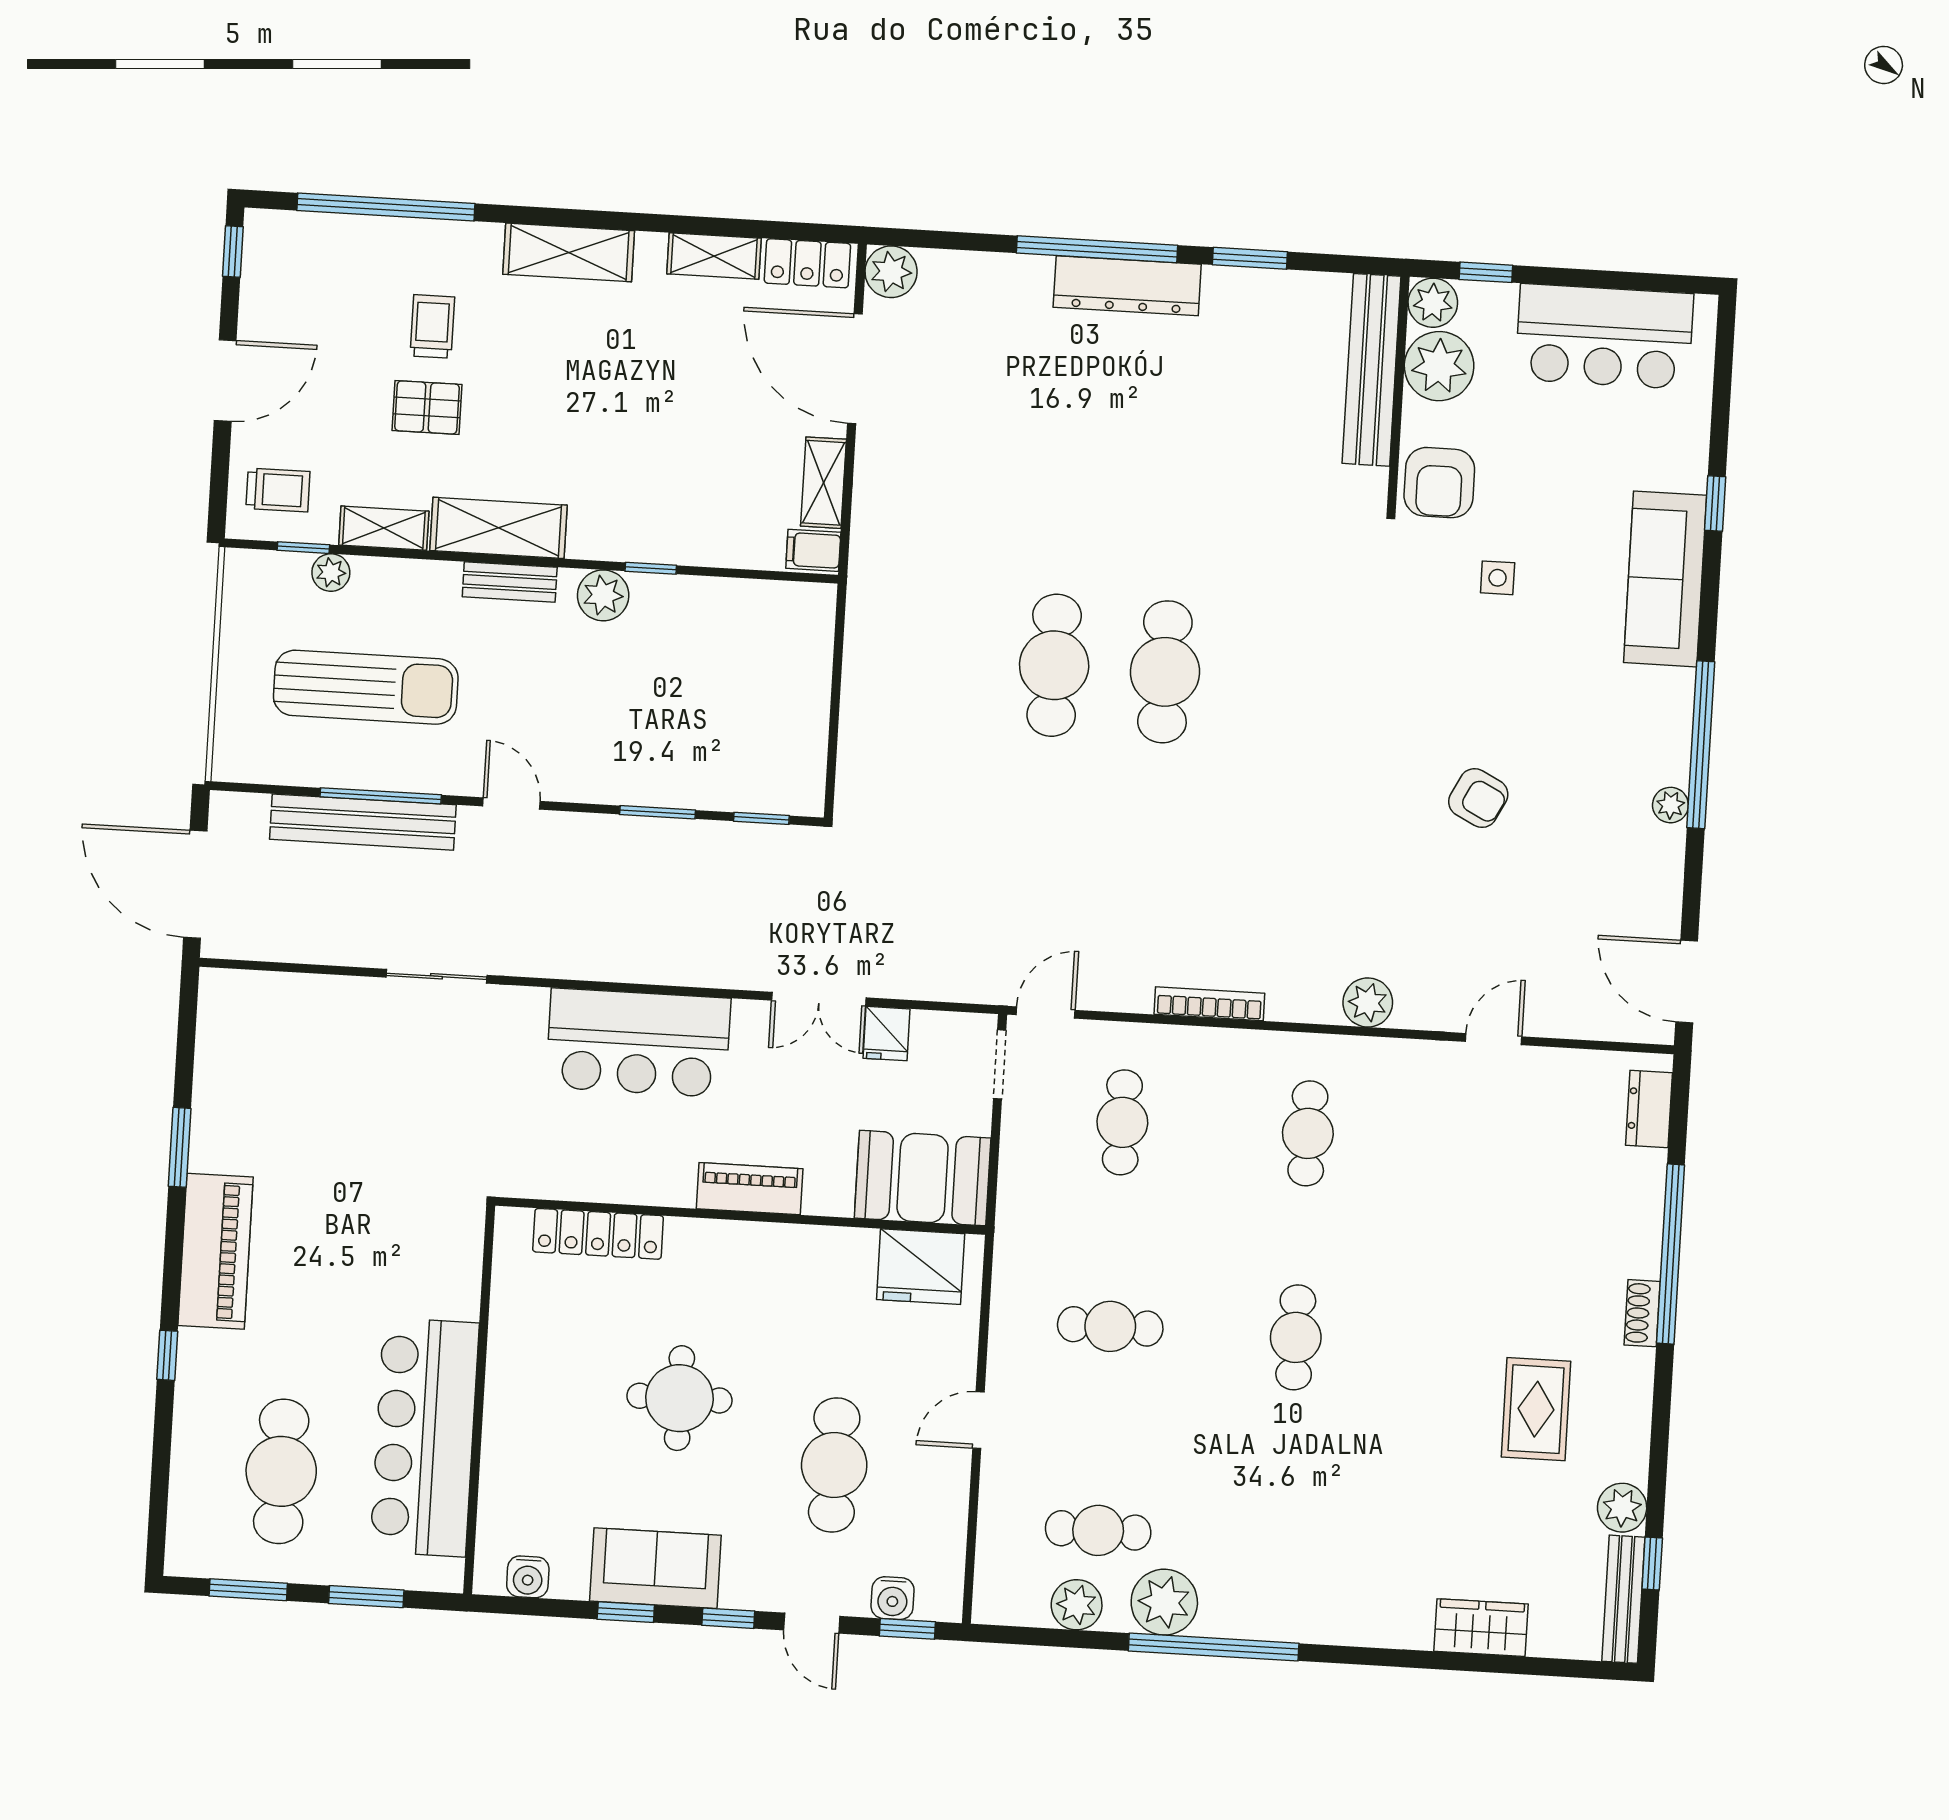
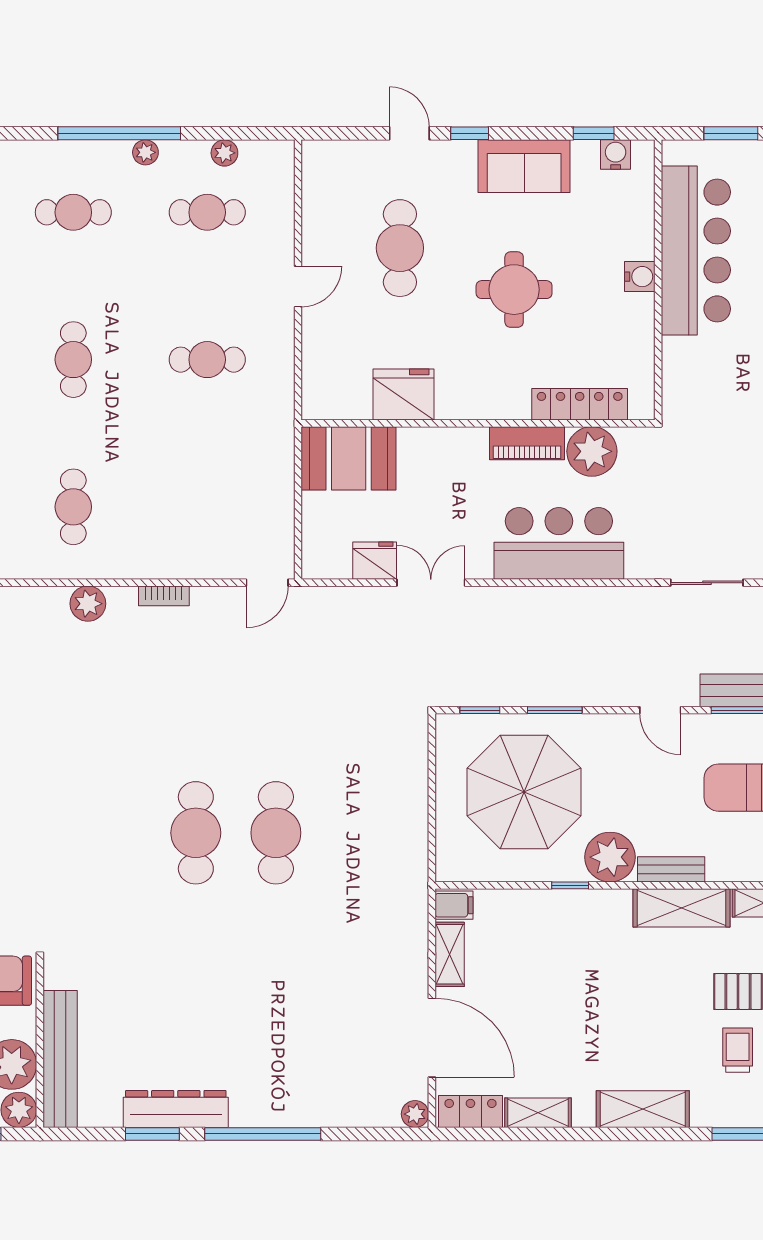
plant: (891, 272) -> (415, 1114), width x0.73, depth x0.73
dresser: (1127, 286) -> (176, 1109), moved
trolley: (432, 326) -> (738, 1050), turned 180
plant: (603, 595) -> (610, 857), width x1.36, depth x1.36
parasol: (707, 701) -> (524, 792), added
plant: (1368, 1002) -> (88, 604), moved
bookcase: (1209, 1004) -> (164, 596), width x0.64
fridge: (887, 1034) -> (375, 561), width x1.38
doorway: (1000, 1064) -> (298, 543), removed
cafe table: (1122, 1122) -> (73, 212), moved, turned 90
plant: (585, 1168) -> (592, 451), added
piano: (750, 1189) -> (527, 443), moved
fridge: (921, 1267) -> (404, 394), moved
water cooler: (893, 1598) -> (640, 277), moved, turned 90
plant: (1164, 1602) -> (145, 152), width x0.53, depth x0.53
plant: (1077, 1605) -> (224, 153), width x0.73, depth x0.73
window: (626, 1612) -> (594, 133), moved
window: (907, 1629) -> (340, 133), removed

